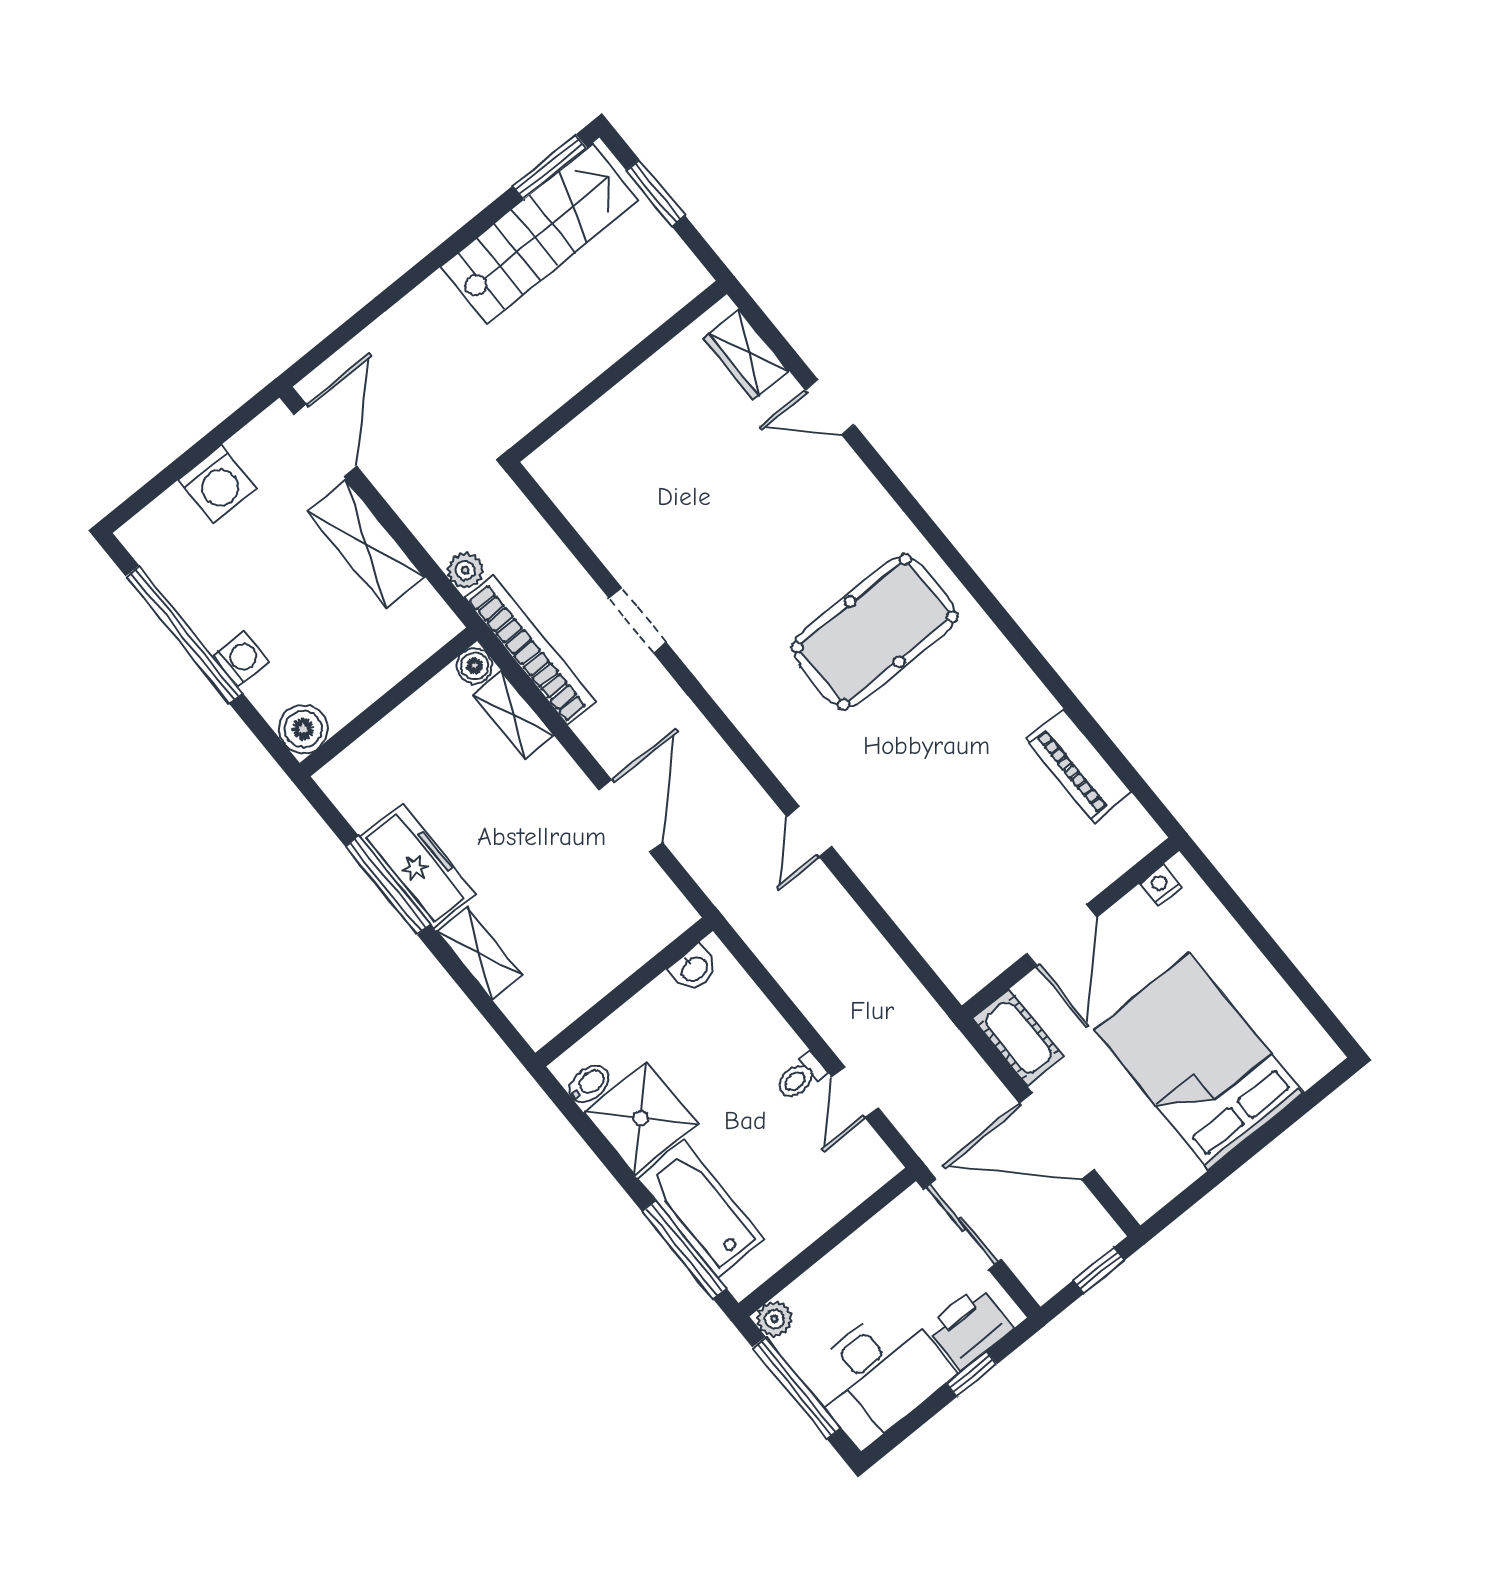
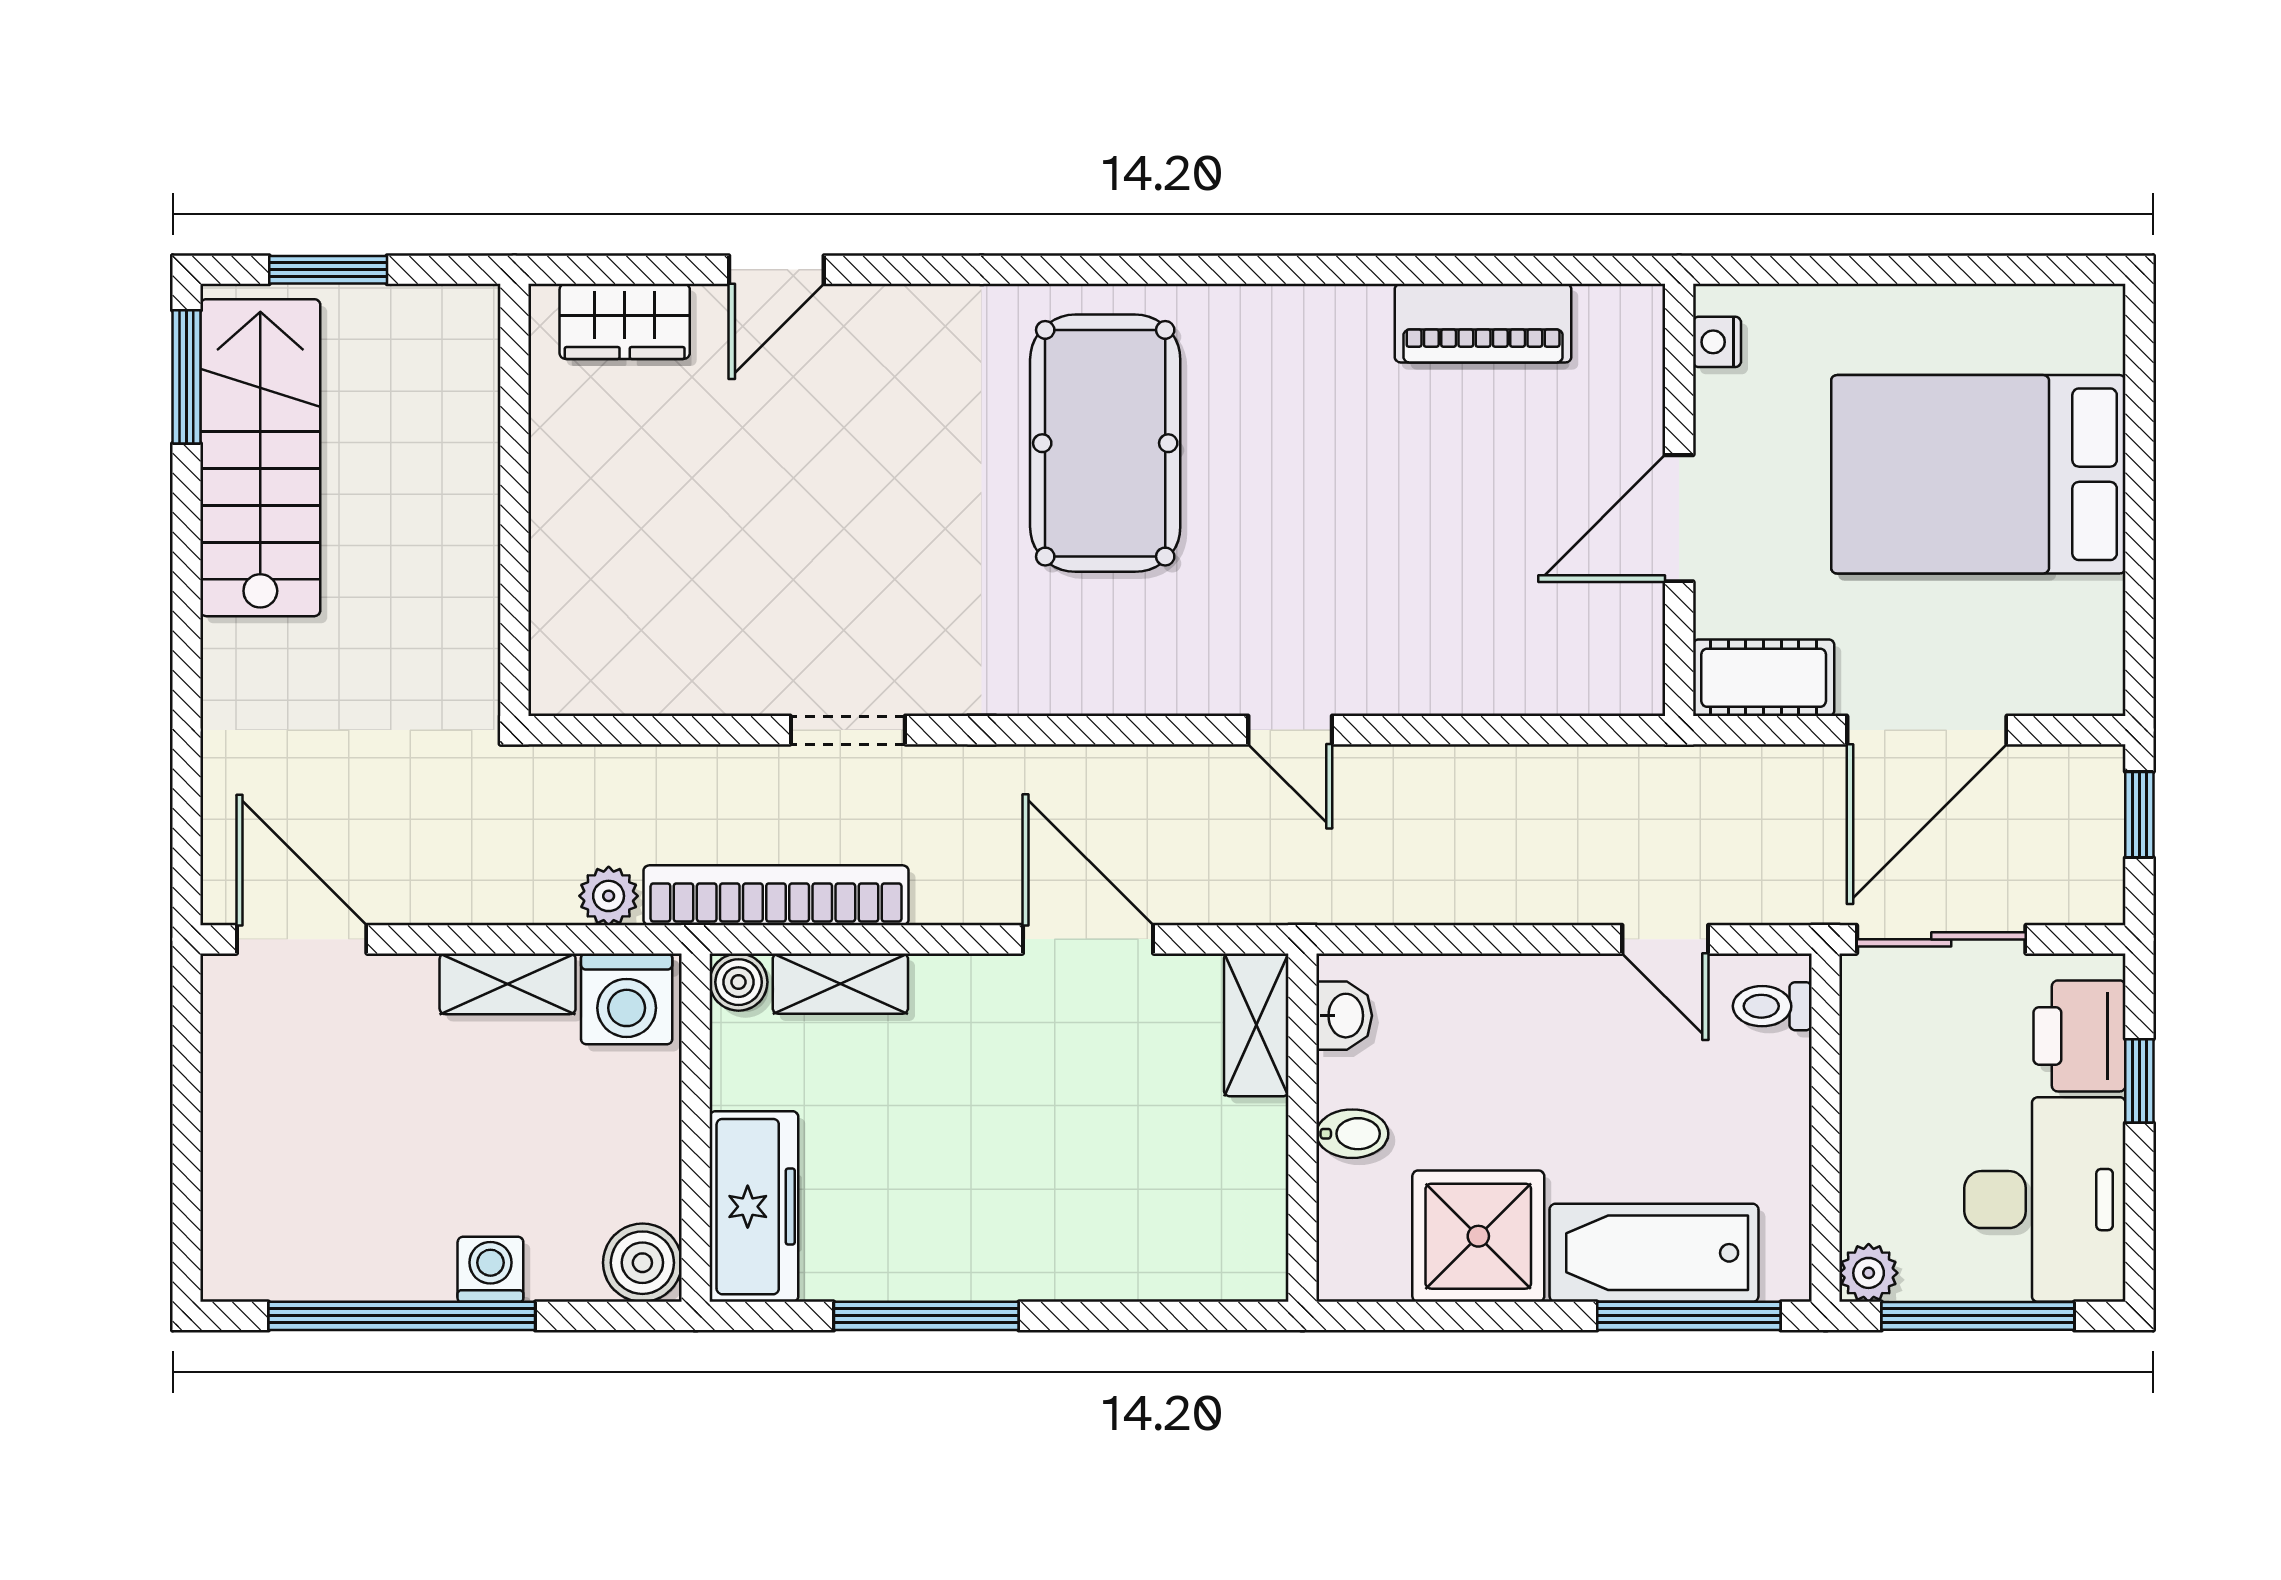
washing machine: (217, 484) -> (627, 999), moved, turned 90
shelving: (366, 544) -> (508, 984), width x0.67, depth x0.75
freezer: (418, 866) -> (754, 1207), moved, turned 90
door: (1062, 935) -> (1679, 518), swing flipped
shelving: (479, 953) -> (1256, 1025), moved, turned 90
toilet: (800, 1077) -> (1772, 1006), moved, turned 90
bidet: (589, 1084) -> (1352, 1134), moved, turned 90

